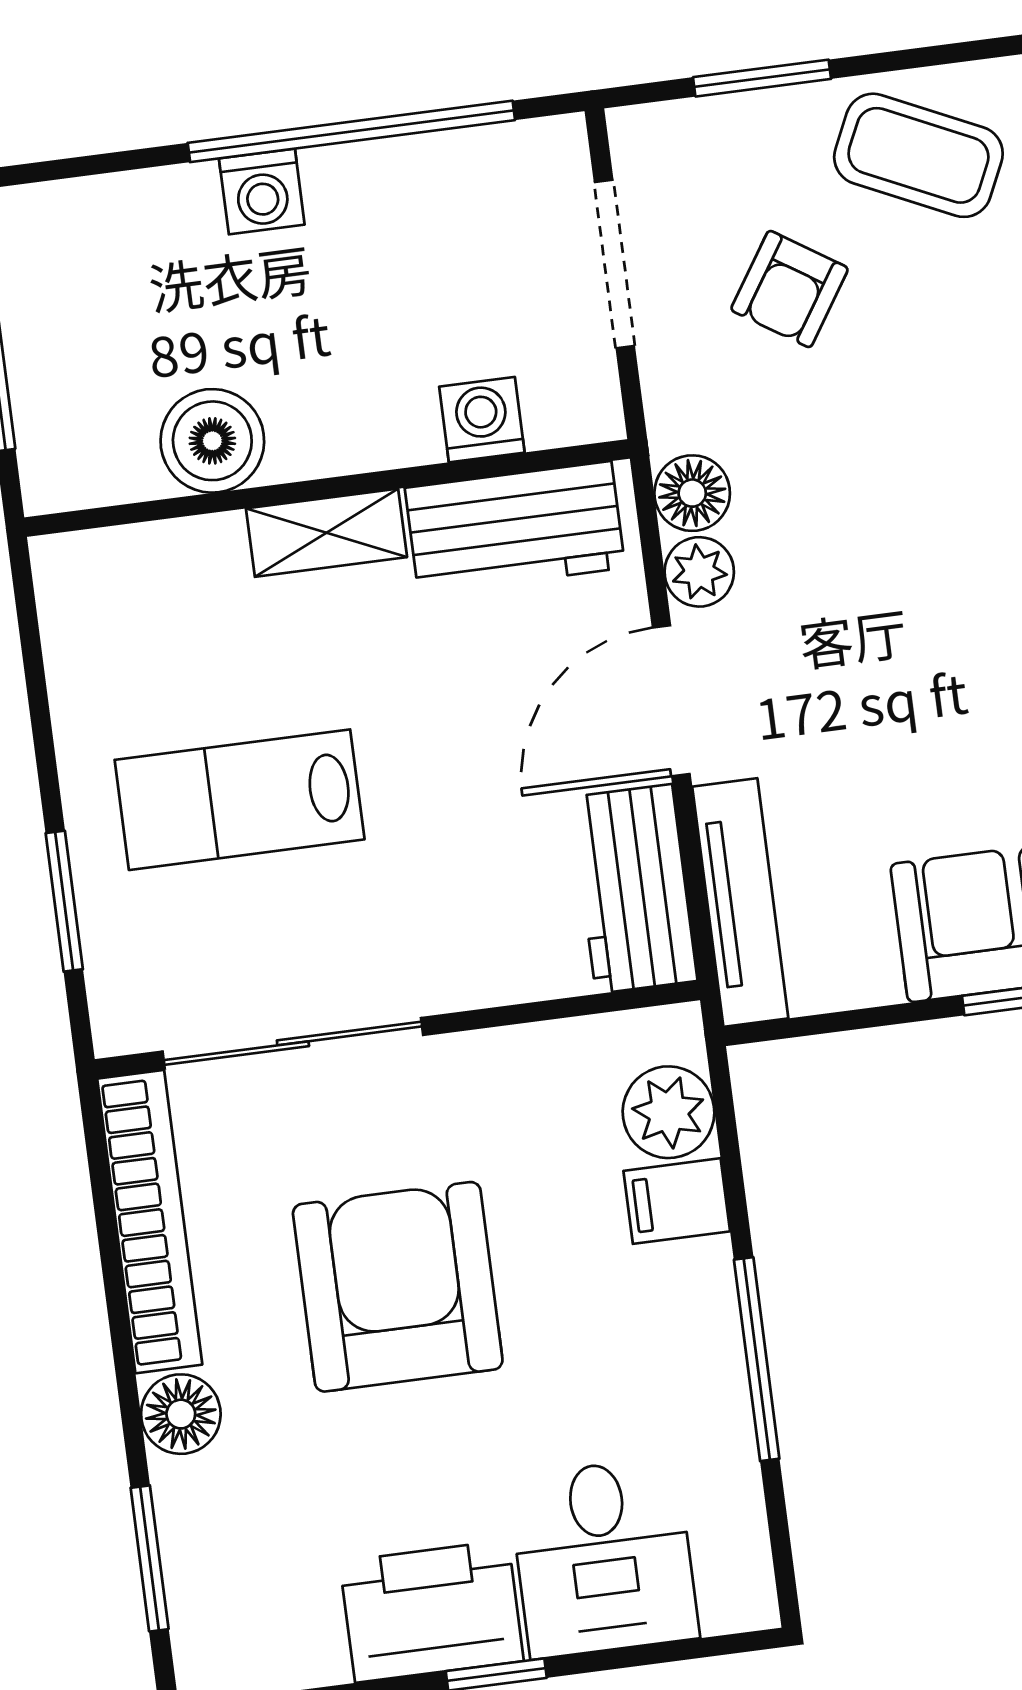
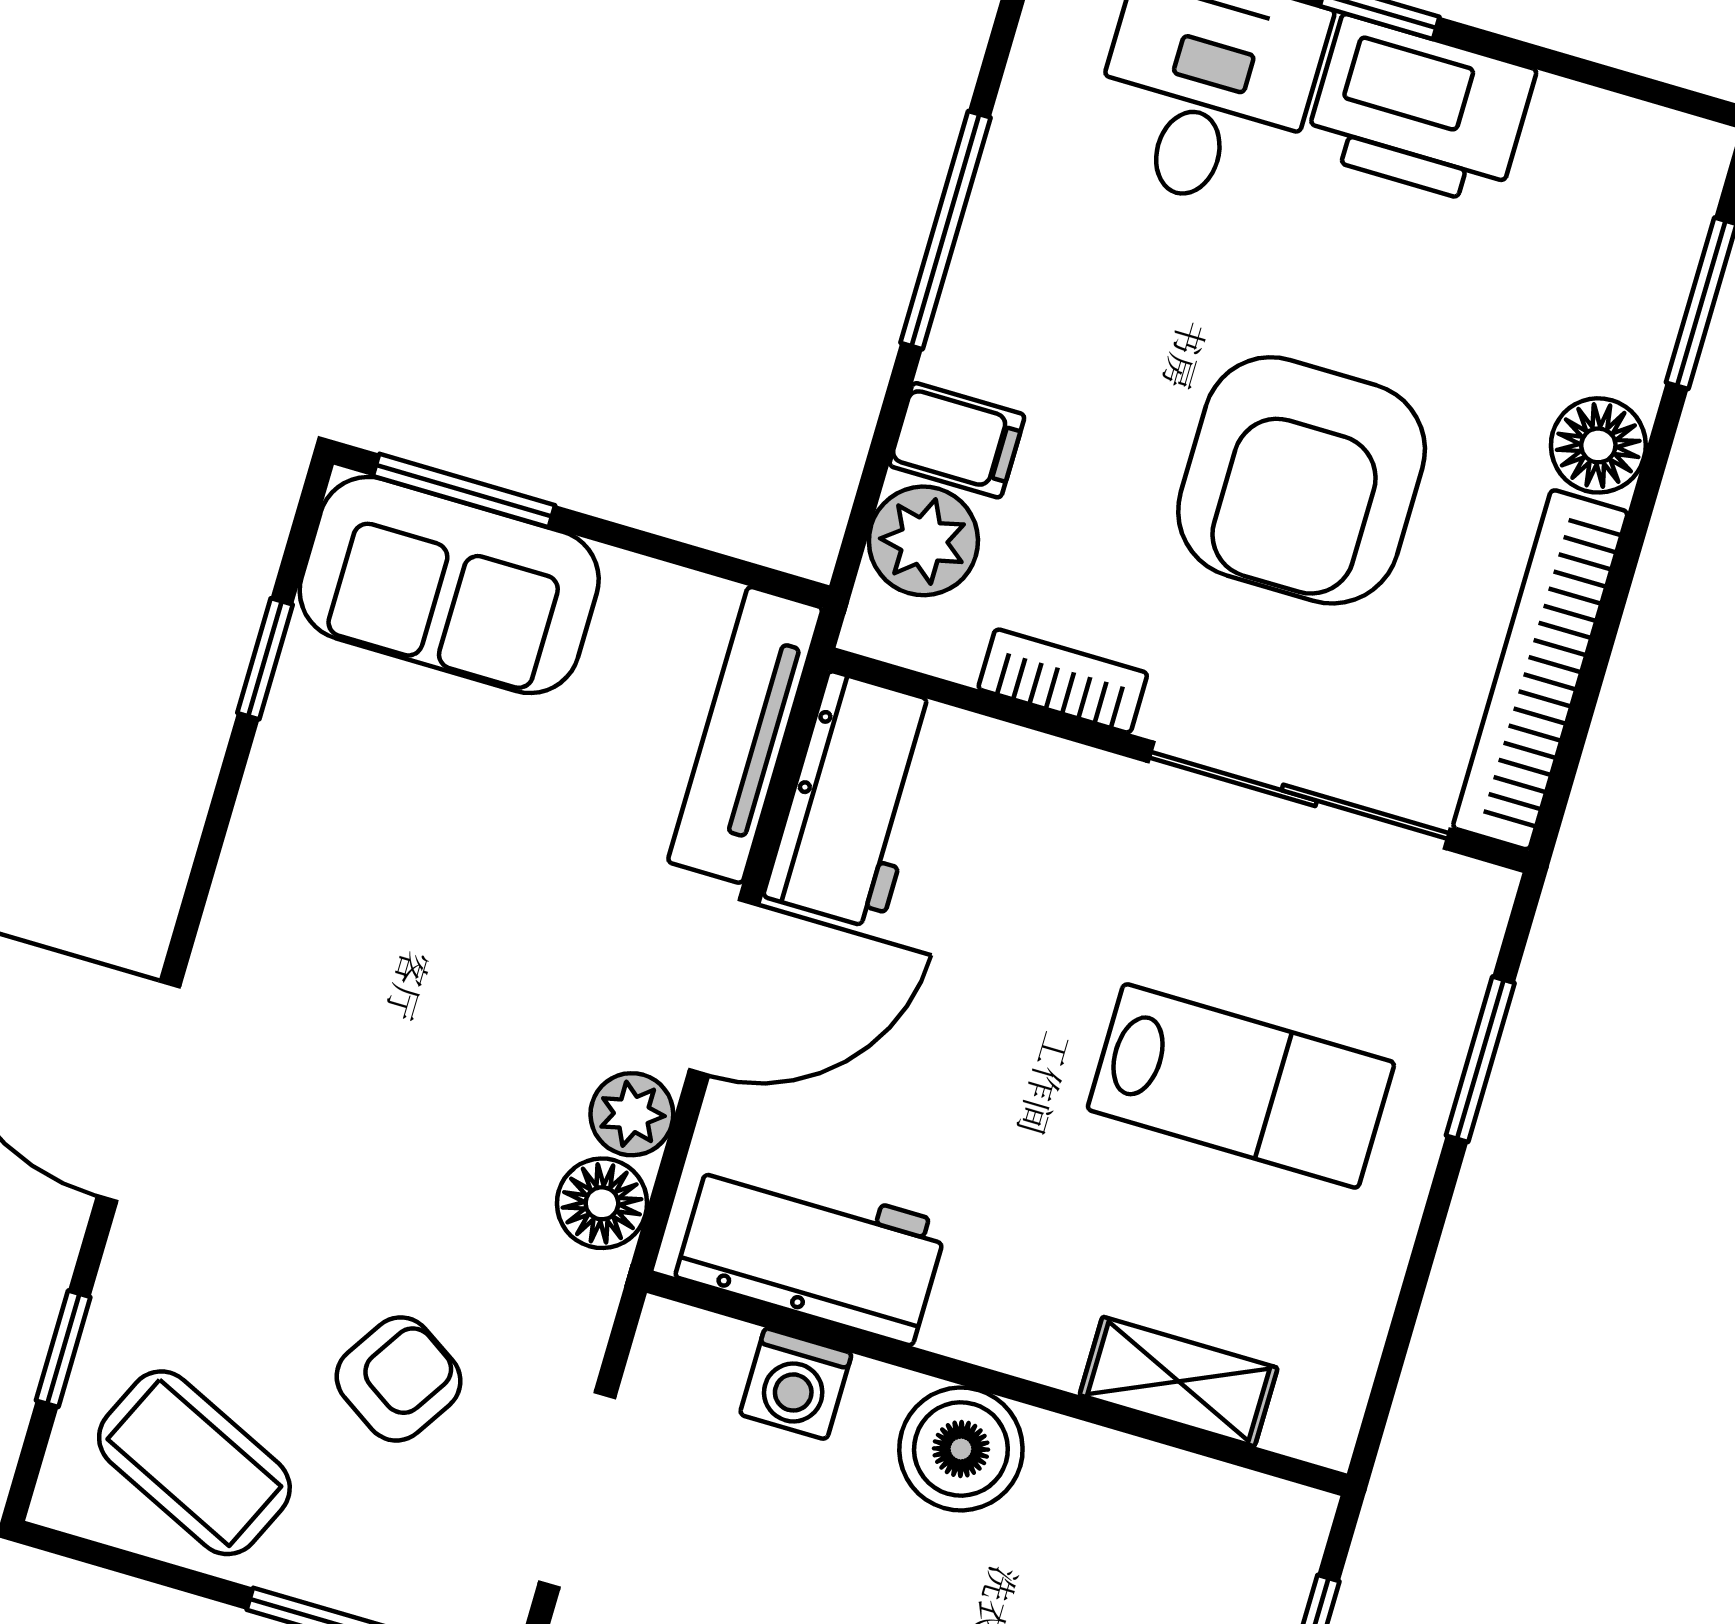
boiler: (212, 441) -> (961, 1449), moved
shelving: (327, 533) -> (1179, 1381), moved
bookcase: (514, 1051) -> (1063, 681), added

